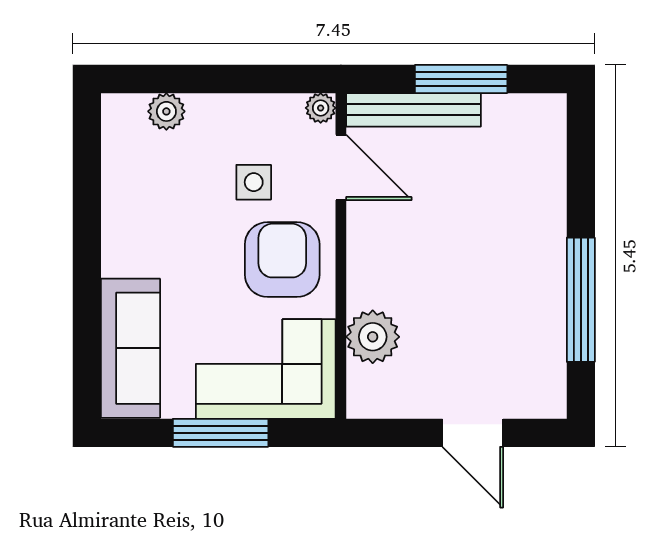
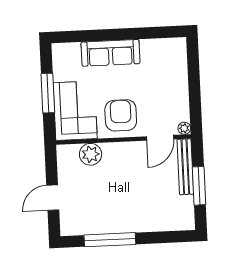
plant: (166, 111) -> (180, 64), removed
side table: (254, 182) -> (152, 102), removed
armchair: (282, 260) -> (121, 115), turned -90
sofa: (130, 348) -> (110, 53), moved

